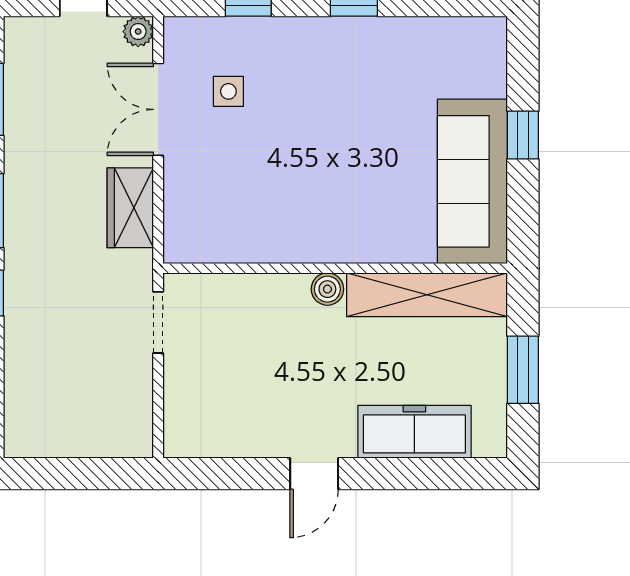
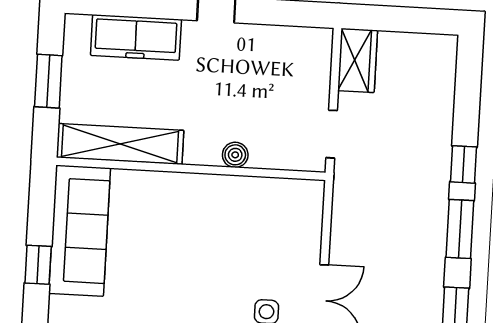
wardrobe: (130, 208) -> (358, 60), moved
boiler: (327, 289) -> (235, 155), moved

